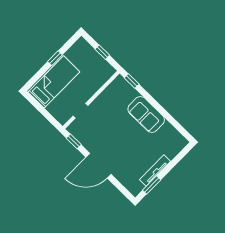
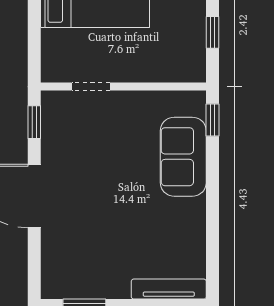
sofa: (146, 114) -> (183, 157), moved
tv unit: (155, 170) -> (169, 289), moved

